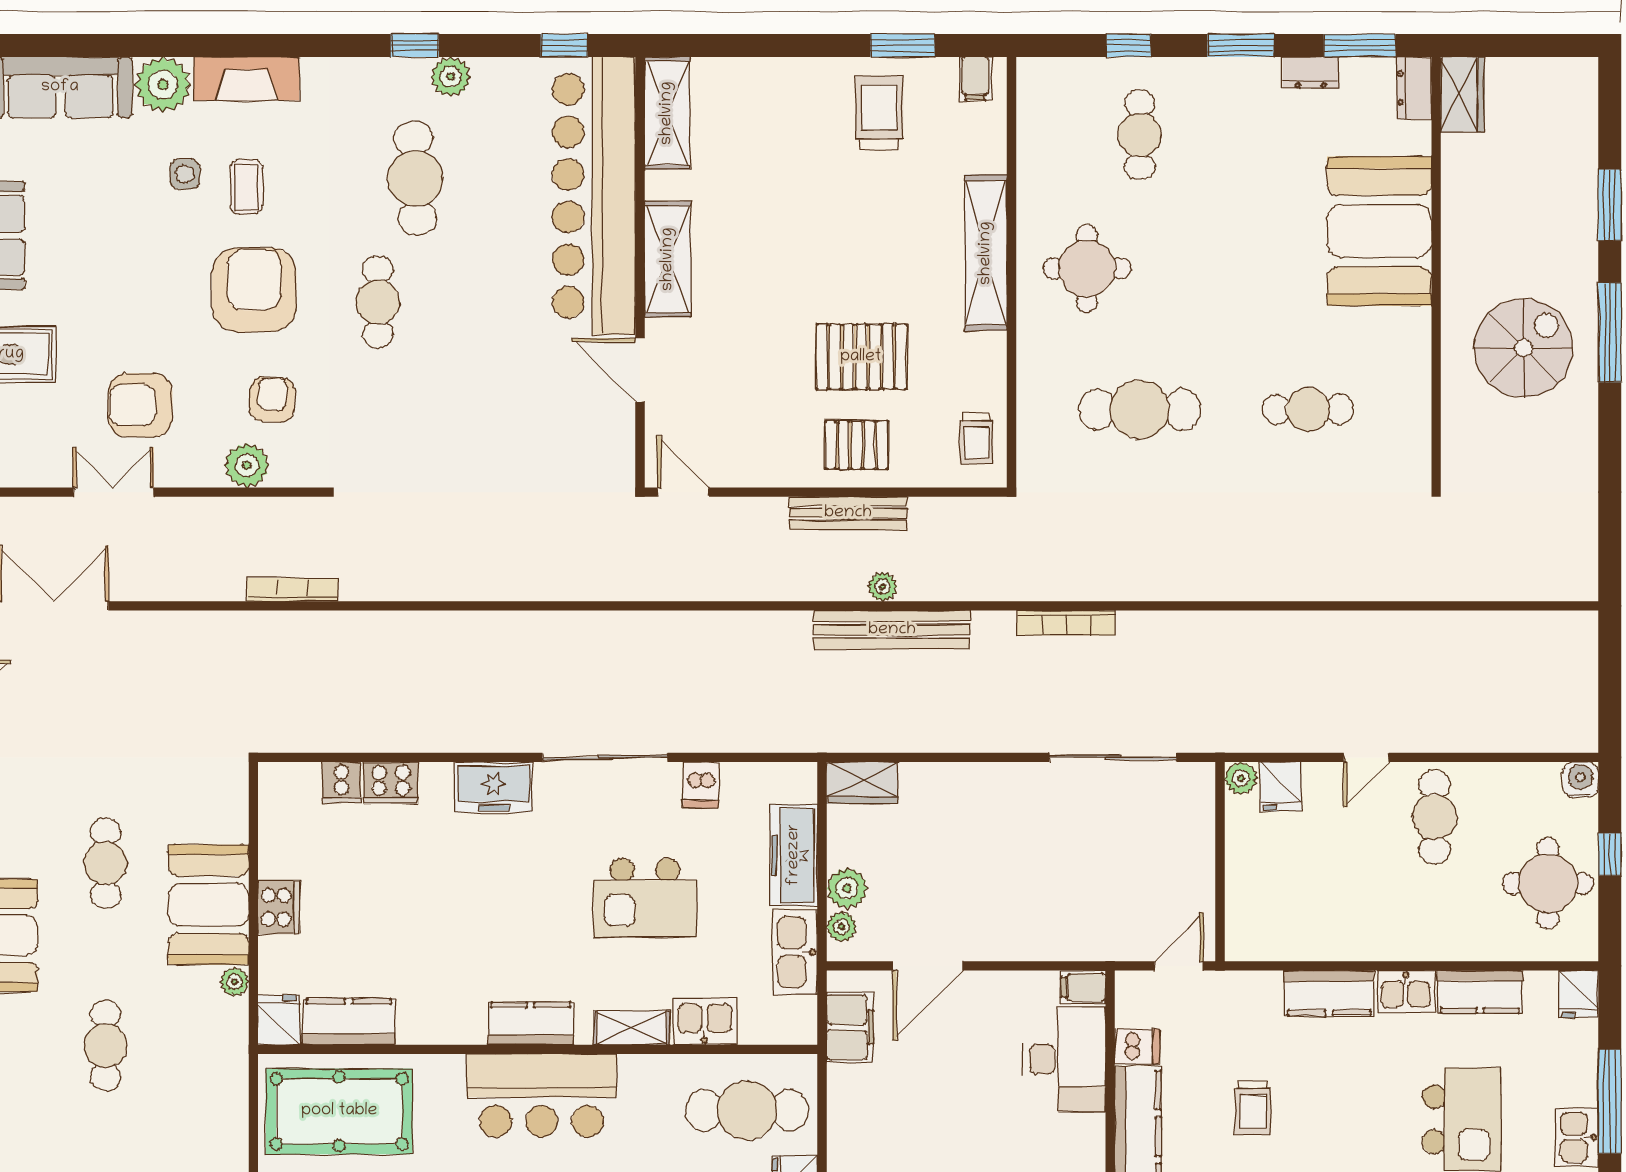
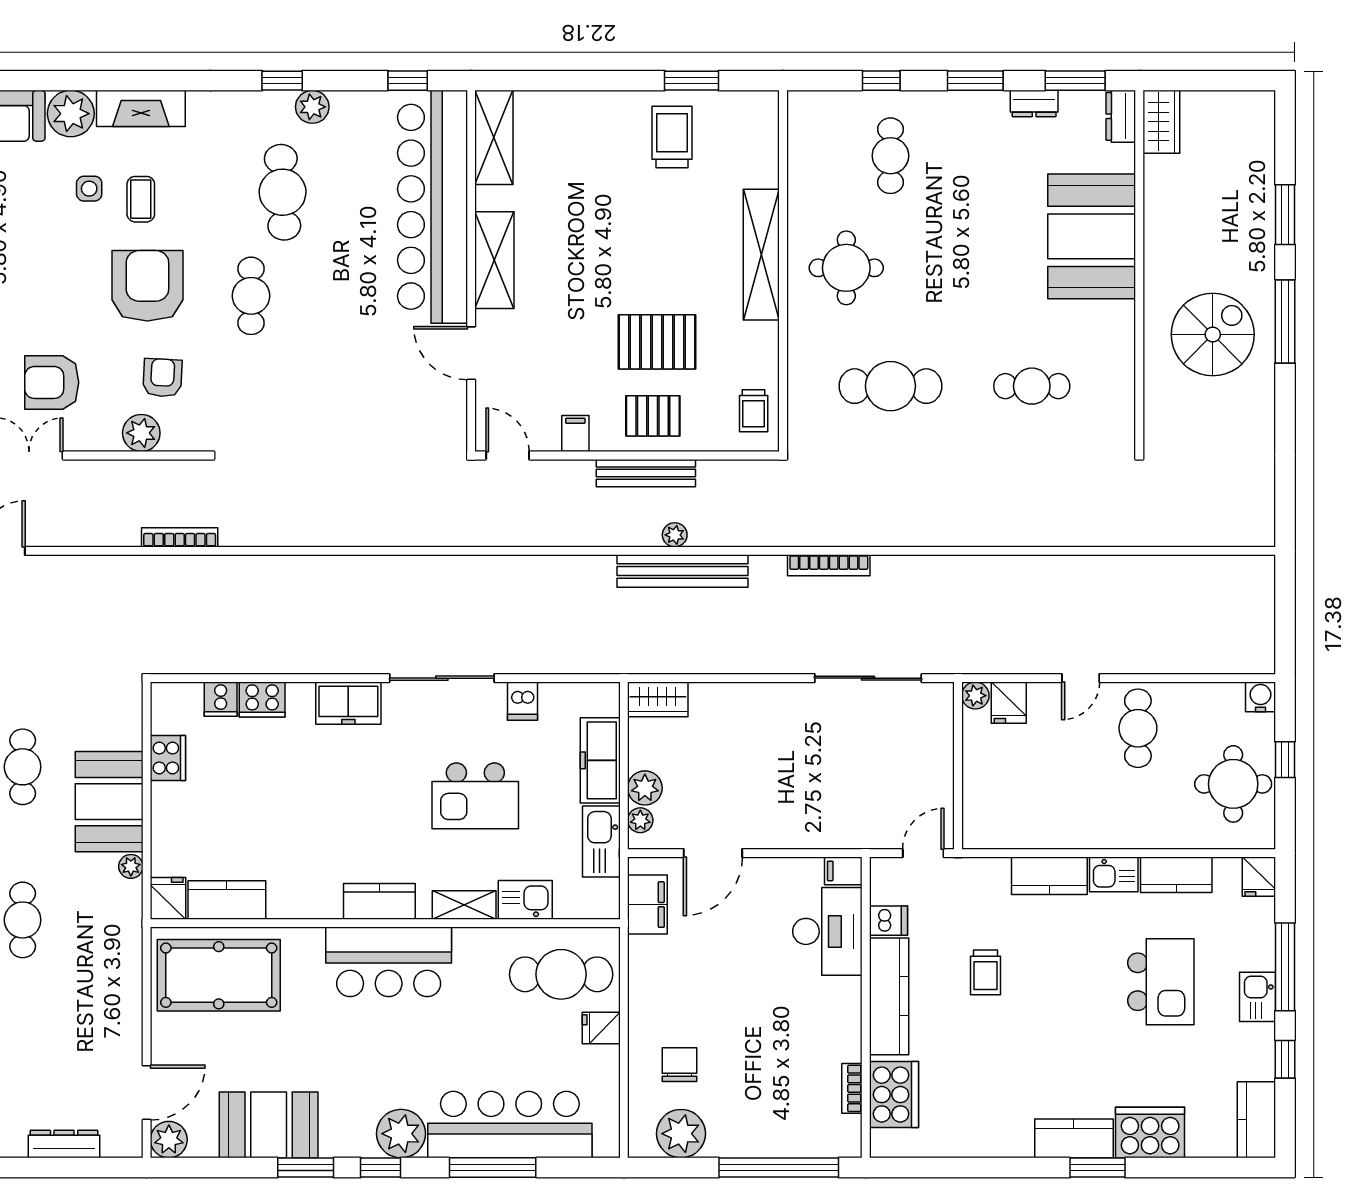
filing cabinet: (975, 79) -> (575, 433), moved, turned 180
cooker: (279, 907) -> (168, 758), moved

